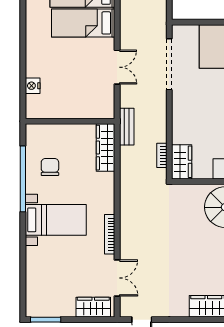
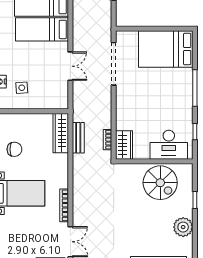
side table: (59, 93) -> (22, 88), added
bench: (127, 127) -> (78, 138), moved
chair: (50, 167) -> (14, 149), turned 90

